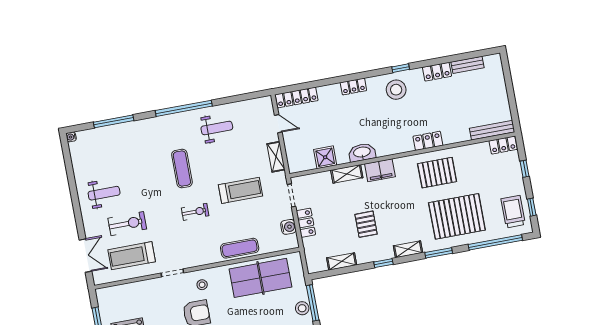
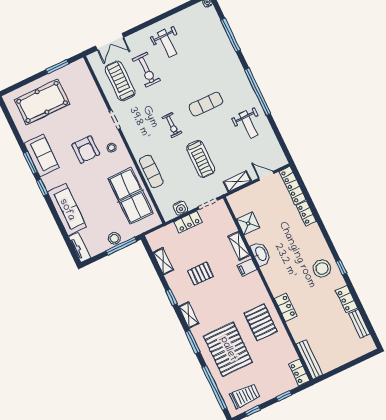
locker: (353, 87) -> (306, 213), moved
door: (278, 124) -> (266, 176), swing flipped
filing cabinet: (380, 170) -> (247, 268), width x0.50

